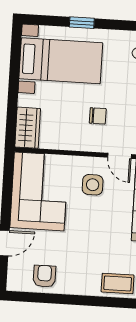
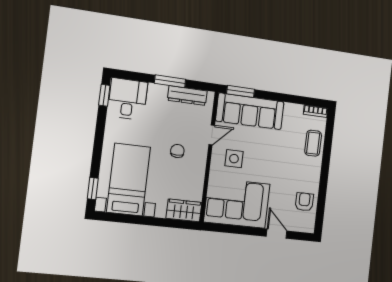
window: (82, 23) -> (93, 188), moved
armchair: (44, 276) -> (304, 202), turned 90

